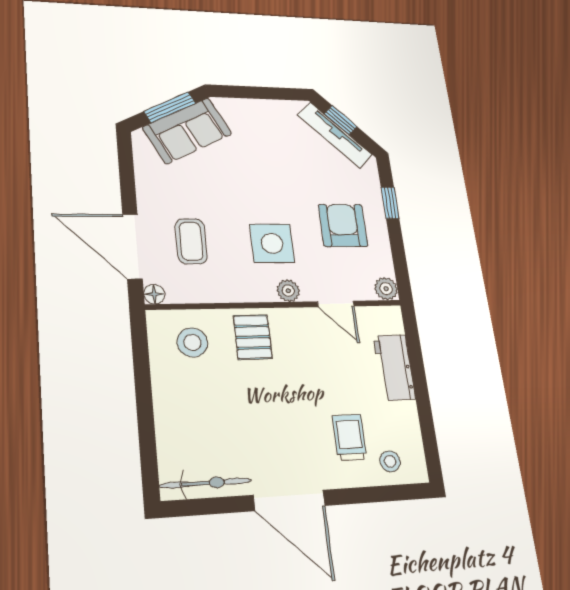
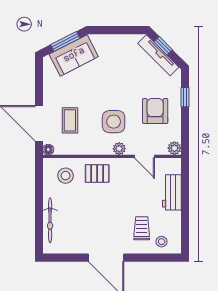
pallet: (253, 337) -> (97, 174), turned 90
bicycle: (206, 483) -> (50, 220), moved, turned 90

